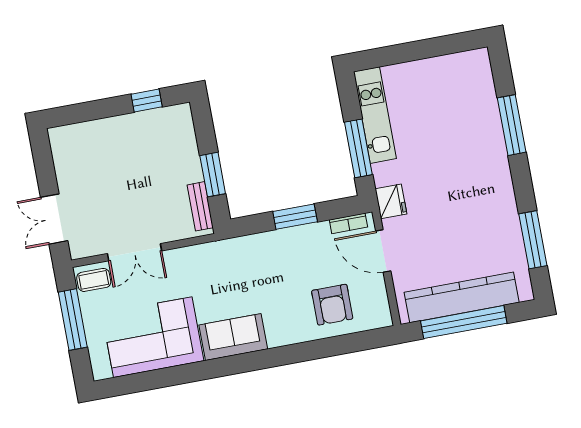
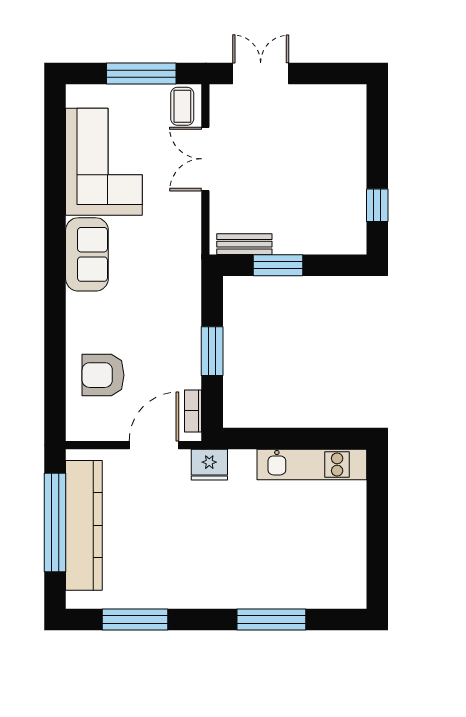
window: (358, 148) -> (277, 438), removed

